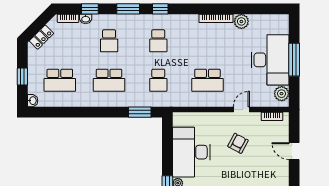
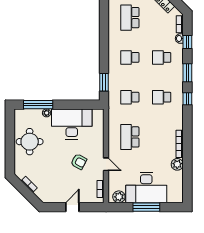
school desk: (109, 80) -> (130, 57), width x0.54

